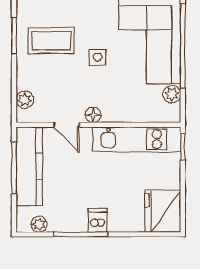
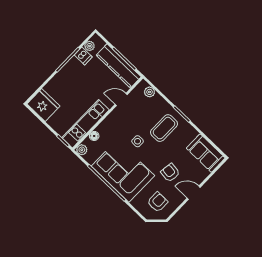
plant: (172, 94) -> (82, 150), moved
floor lamp: (93, 115) -> (94, 136), moved
dishwasher: (98, 220) -> (83, 56), moved

